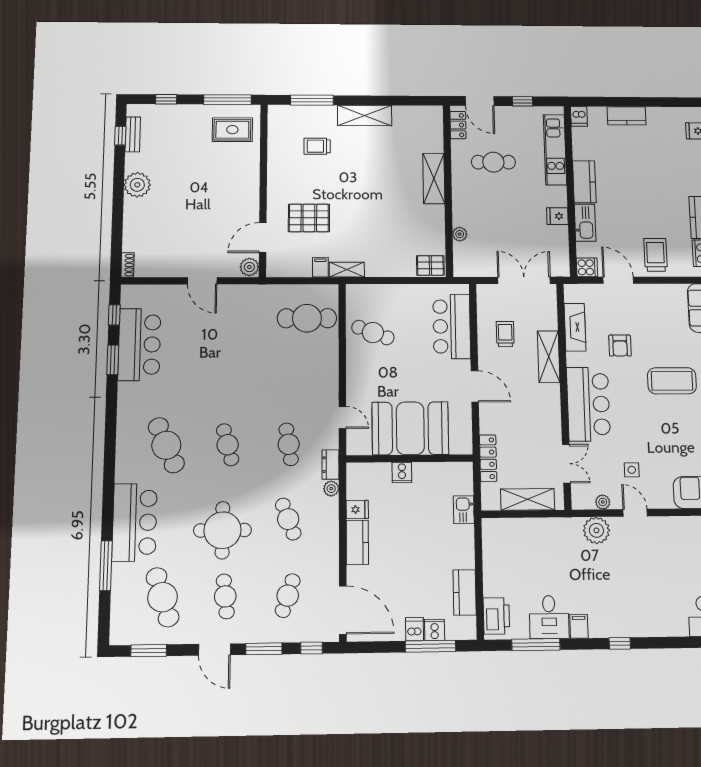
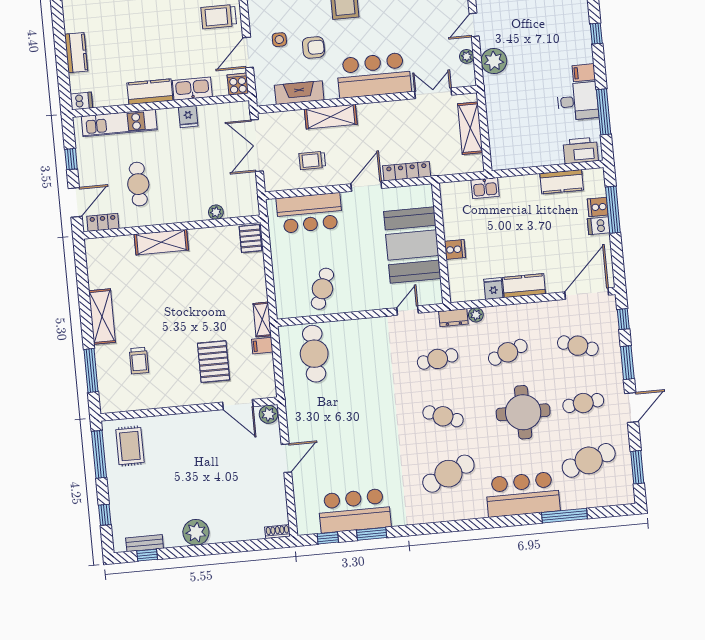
cafe table: (228, 445) -> (443, 416), turned 36
locker: (488, 458) -> (407, 171), moved
side table: (632, 470) -> (279, 40), moved

